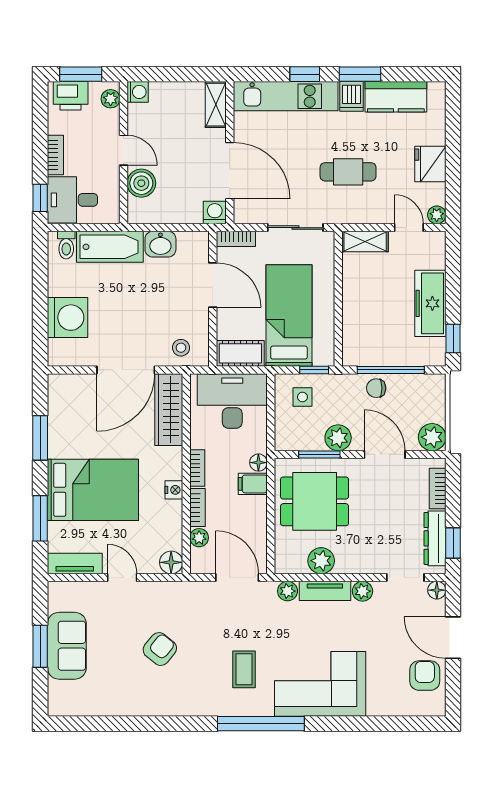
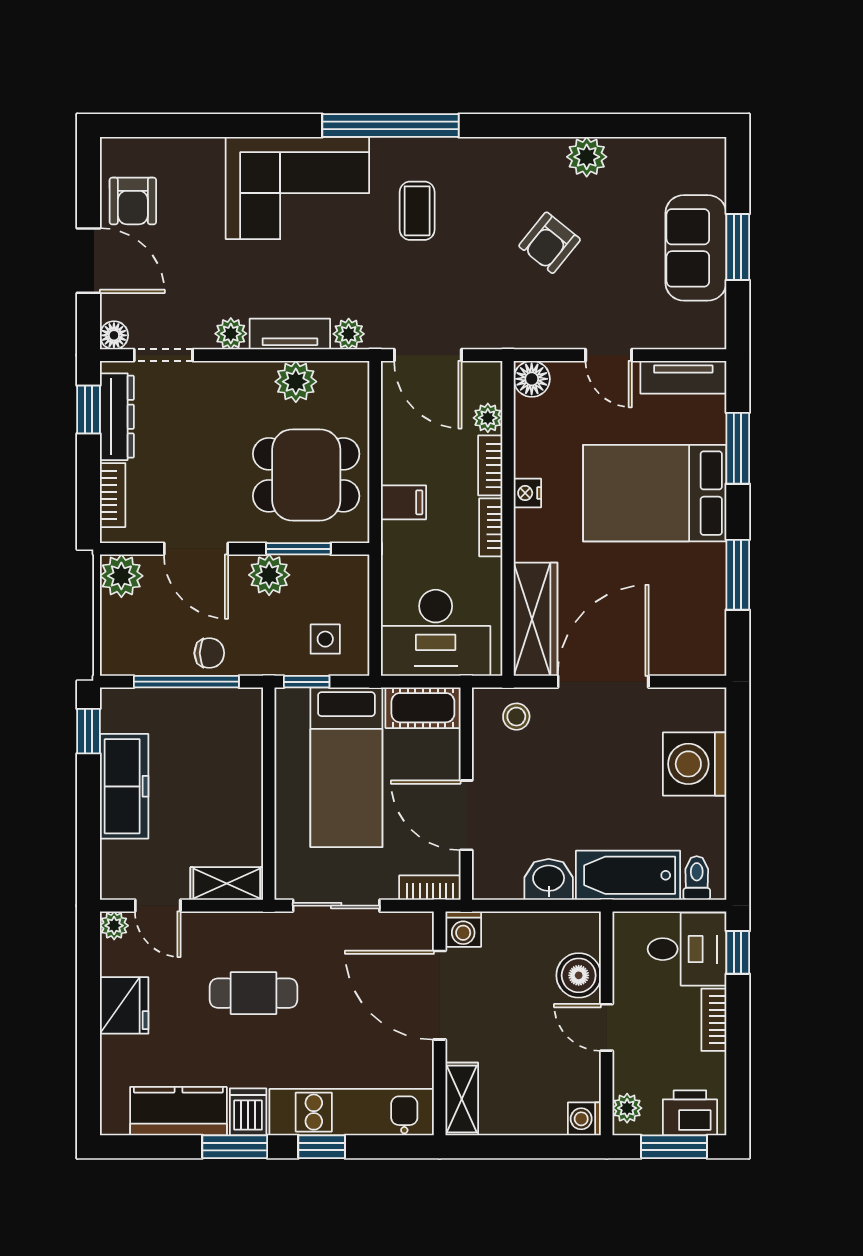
floor lamp: (258, 463) -> (394, 536), removed
plant: (136, 704) -> (587, 157), added

